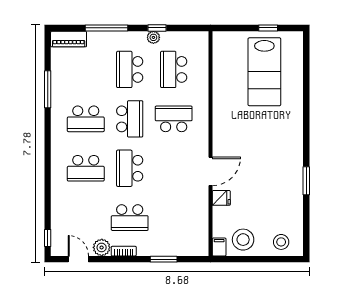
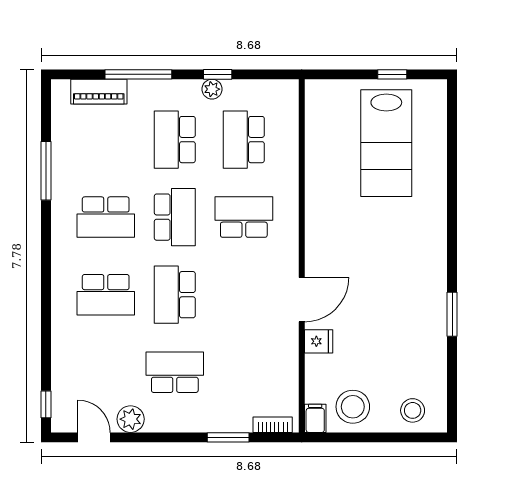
piano: (69, 39) -> (99, 92), moved
school desk: (130, 218) -> (175, 372), turned 180
bookcase: (124, 251) -> (273, 425), moved

